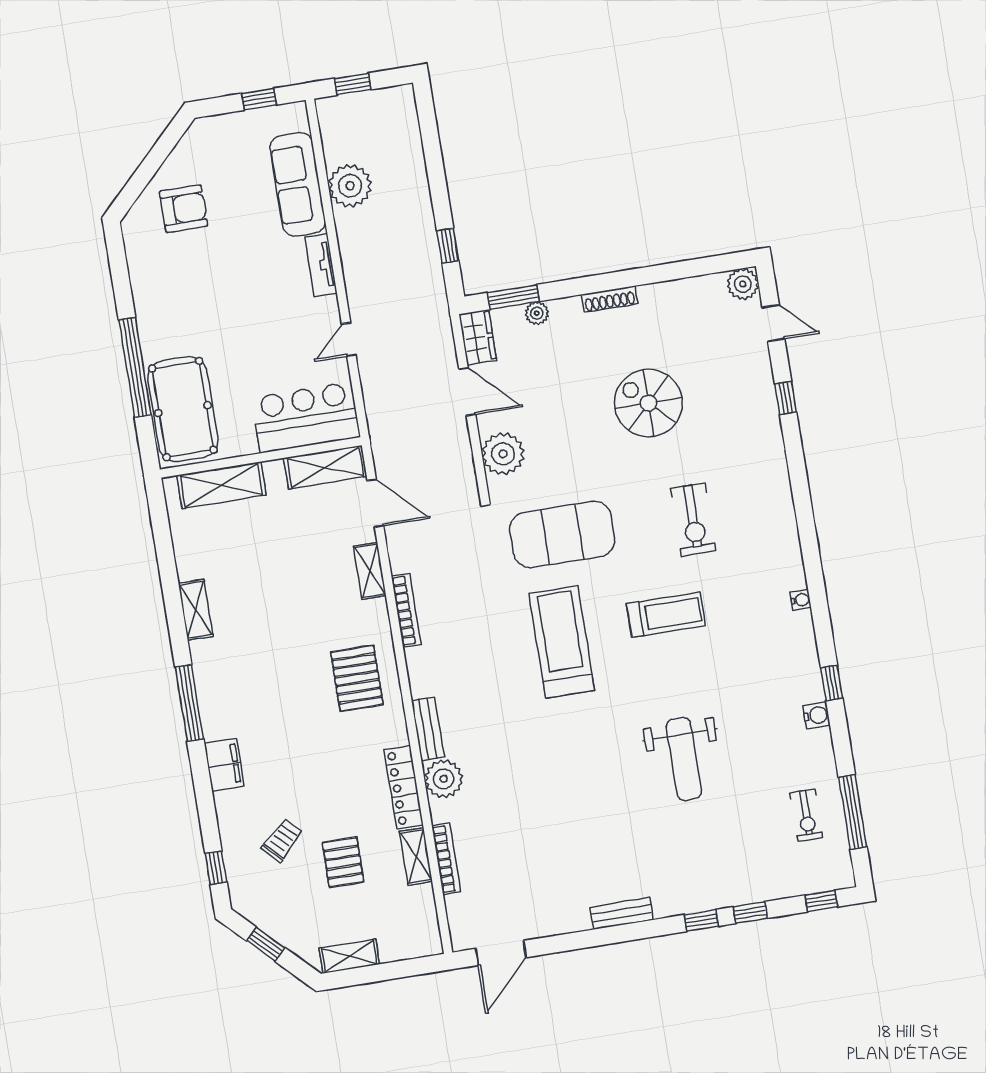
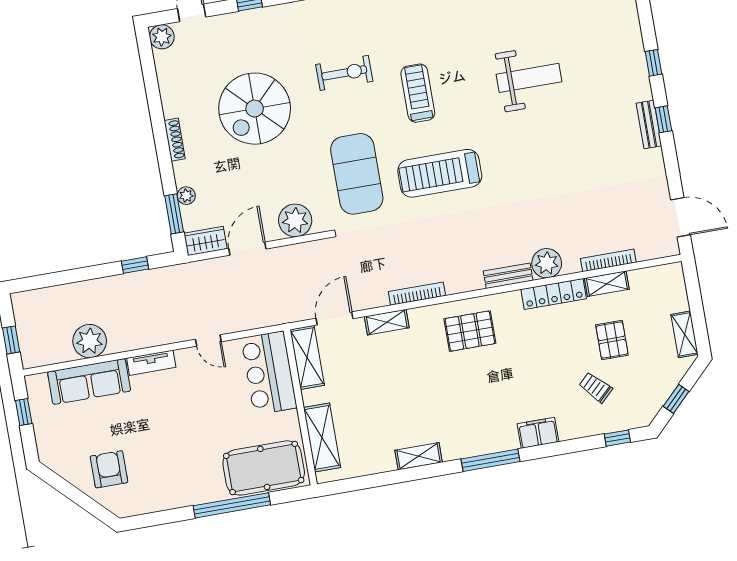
spiral stairs: (649, 403) -> (255, 109), width x1.37, depth x1.37
pallet: (343, 862) -> (612, 340), turned 90
window: (750, 913) -> (663, 119), moved

